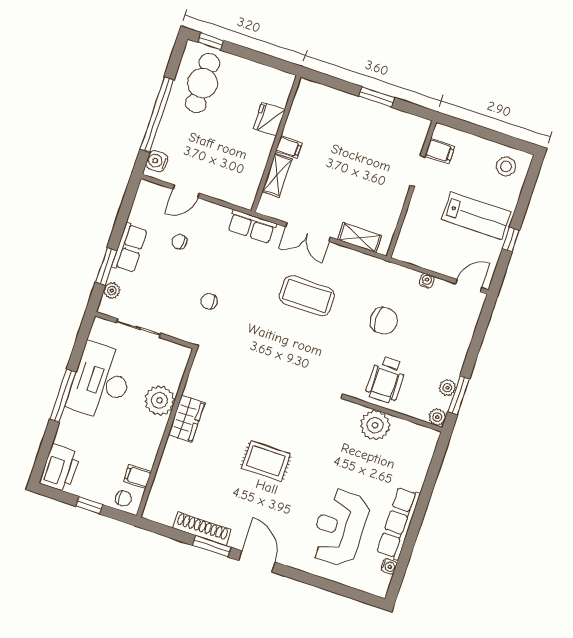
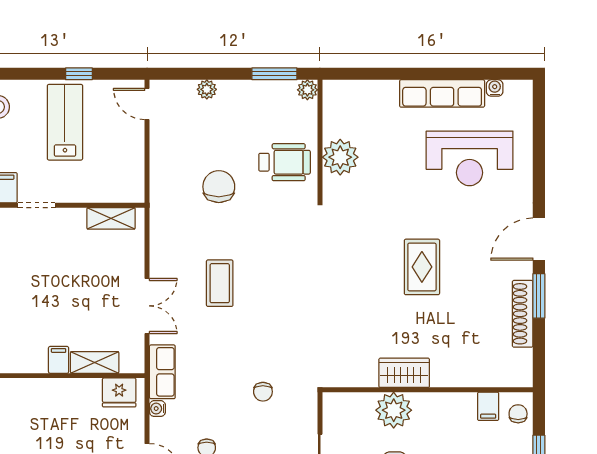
fridge: (269, 119) -> (119, 392), moved
shelving: (360, 238) -> (111, 218), moved, turned 90
water cooler: (427, 281) -> (157, 409), moved
coffee table: (307, 296) -> (220, 283), width x0.73, depth x0.76
plant: (447, 388) -> (207, 89), moved

